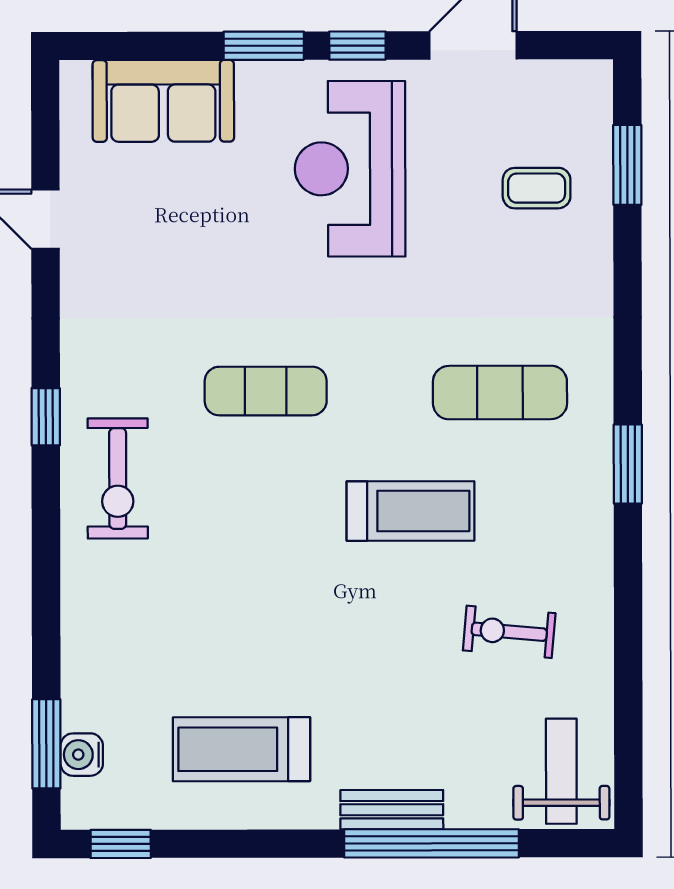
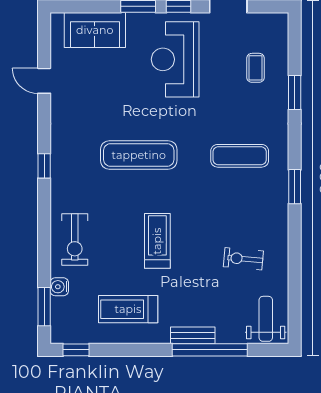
window: (627, 165) -> (295, 92), moved
coffee table: (537, 188) -> (256, 68), turned 90
exercise mat: (266, 391) -> (139, 155), width x1.36, depth x1.45
exercise bike: (118, 478) -> (75, 239), moved
treadmill: (411, 511) -> (157, 241), moved, turned -90
water cooler: (82, 755) -> (59, 287), moved

